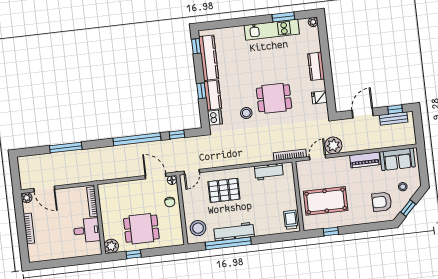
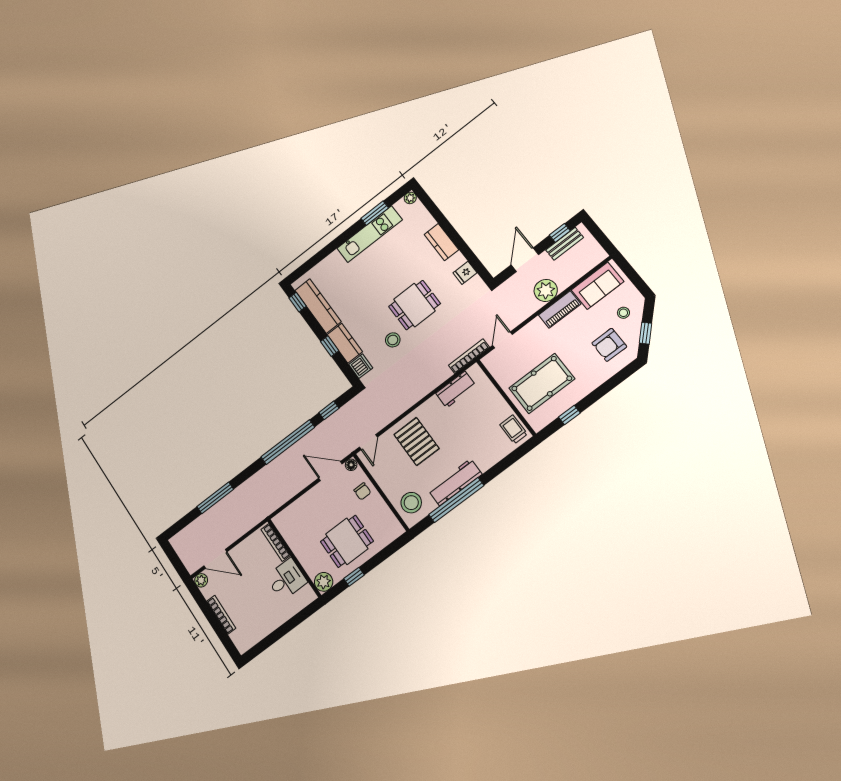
plant: (333, 145) -> (546, 290), moved
pallet: (224, 190) -> (417, 441), turned 90

